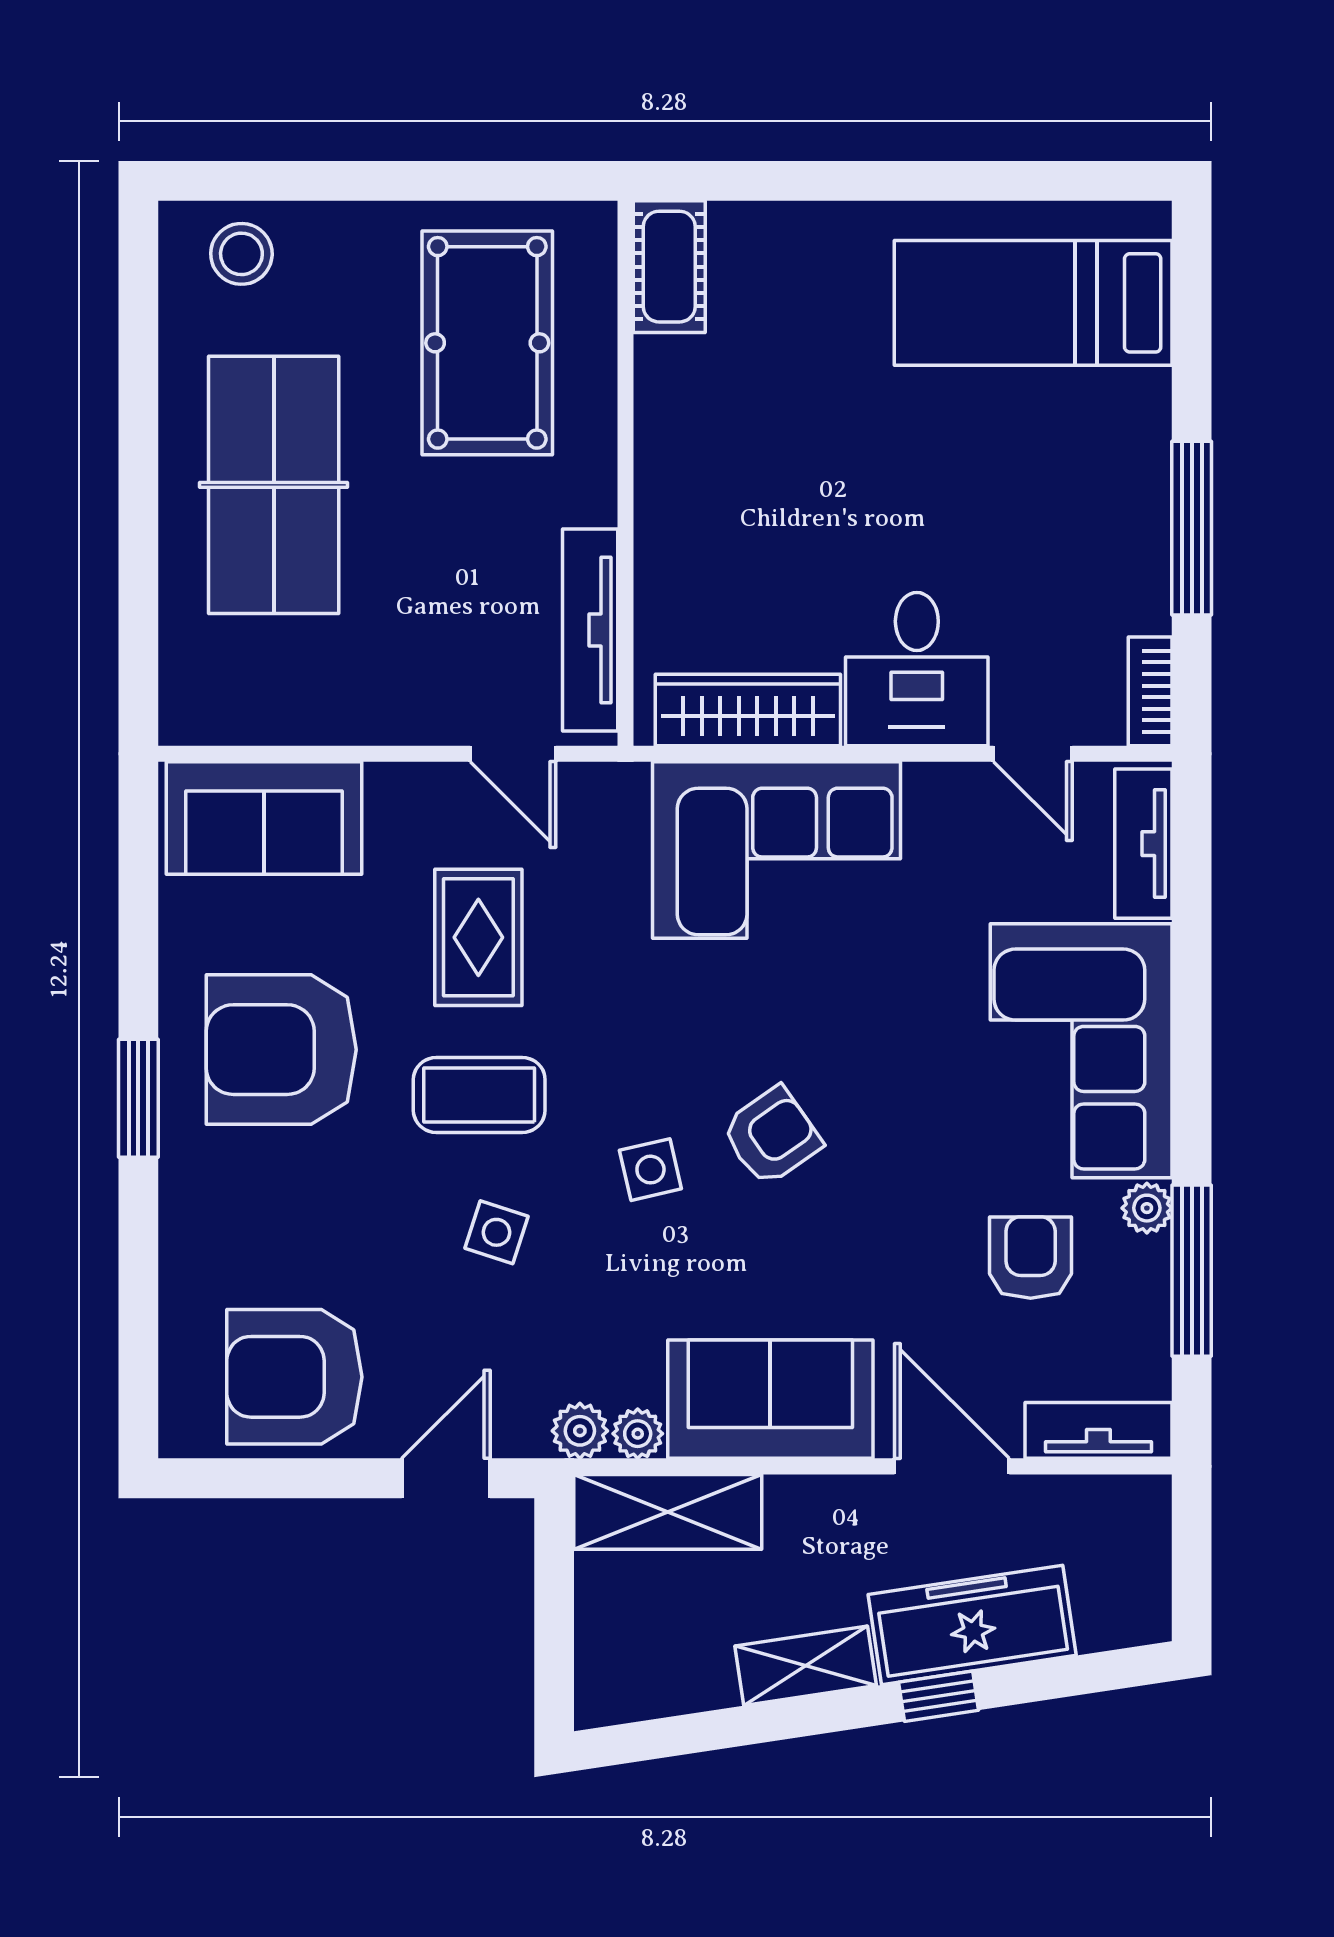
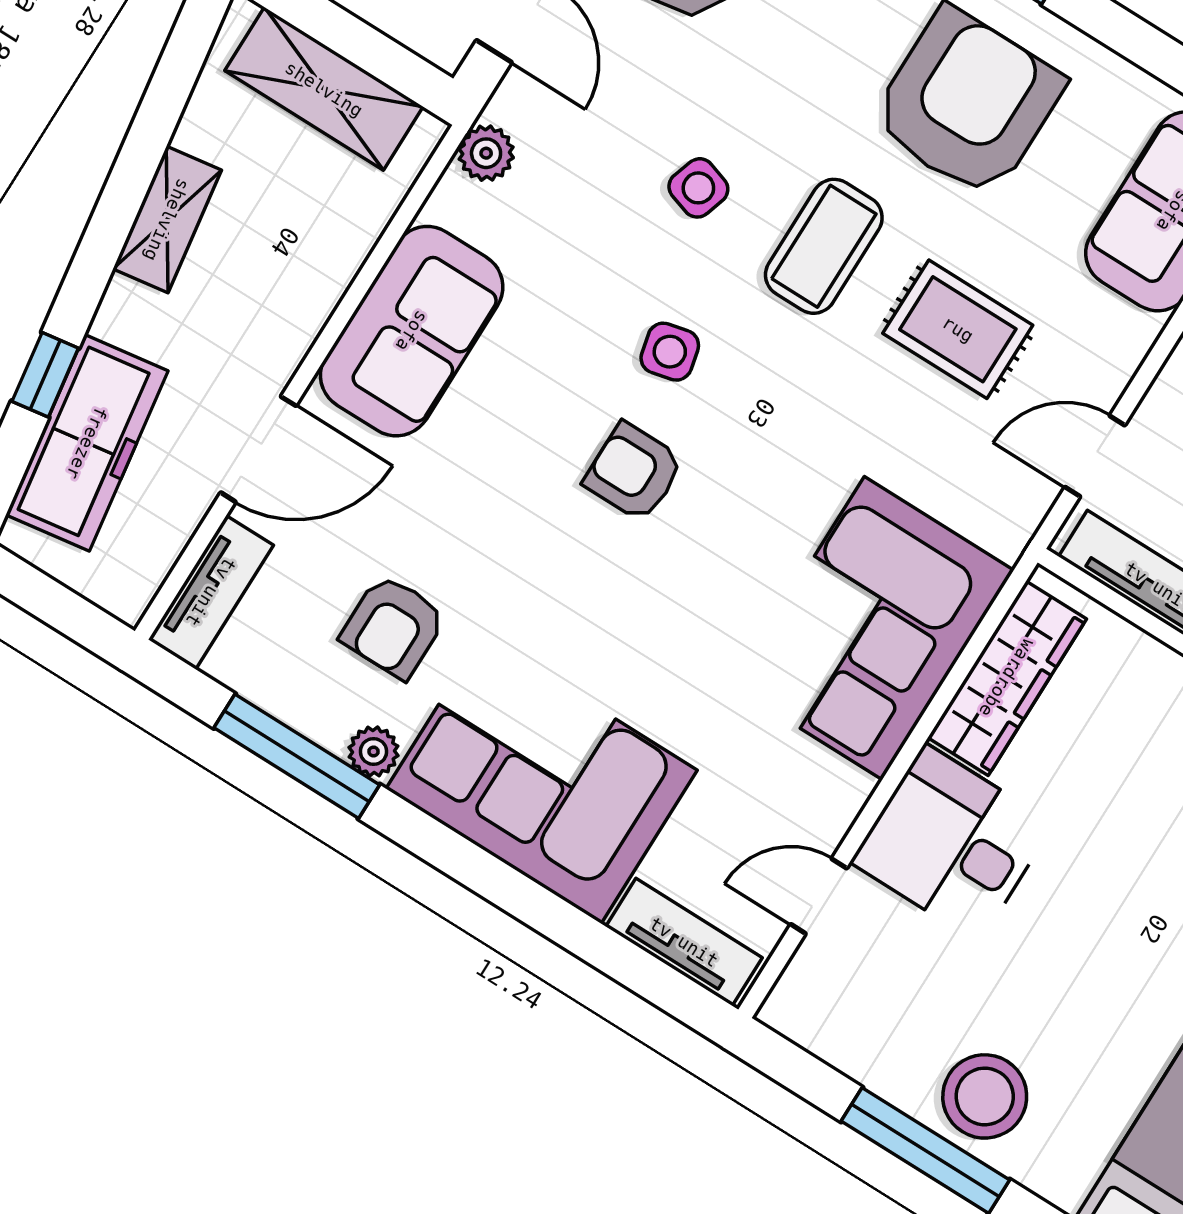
stool: (1114, 507) -> (985, 1096), added
bookcase: (1150, 691) -> (809, 1029), removed
armchair: (772, 1136) -> (634, 472), turned 125
armchair: (1031, 1258) -> (393, 627), turned 90
plant: (638, 1434) -> (453, 201), removed
shelving: (668, 1512) -> (324, 89), moved, turned 90
freezer: (972, 1625) -> (87, 443), moved
window: (939, 1696) -> (45, 375), moved

